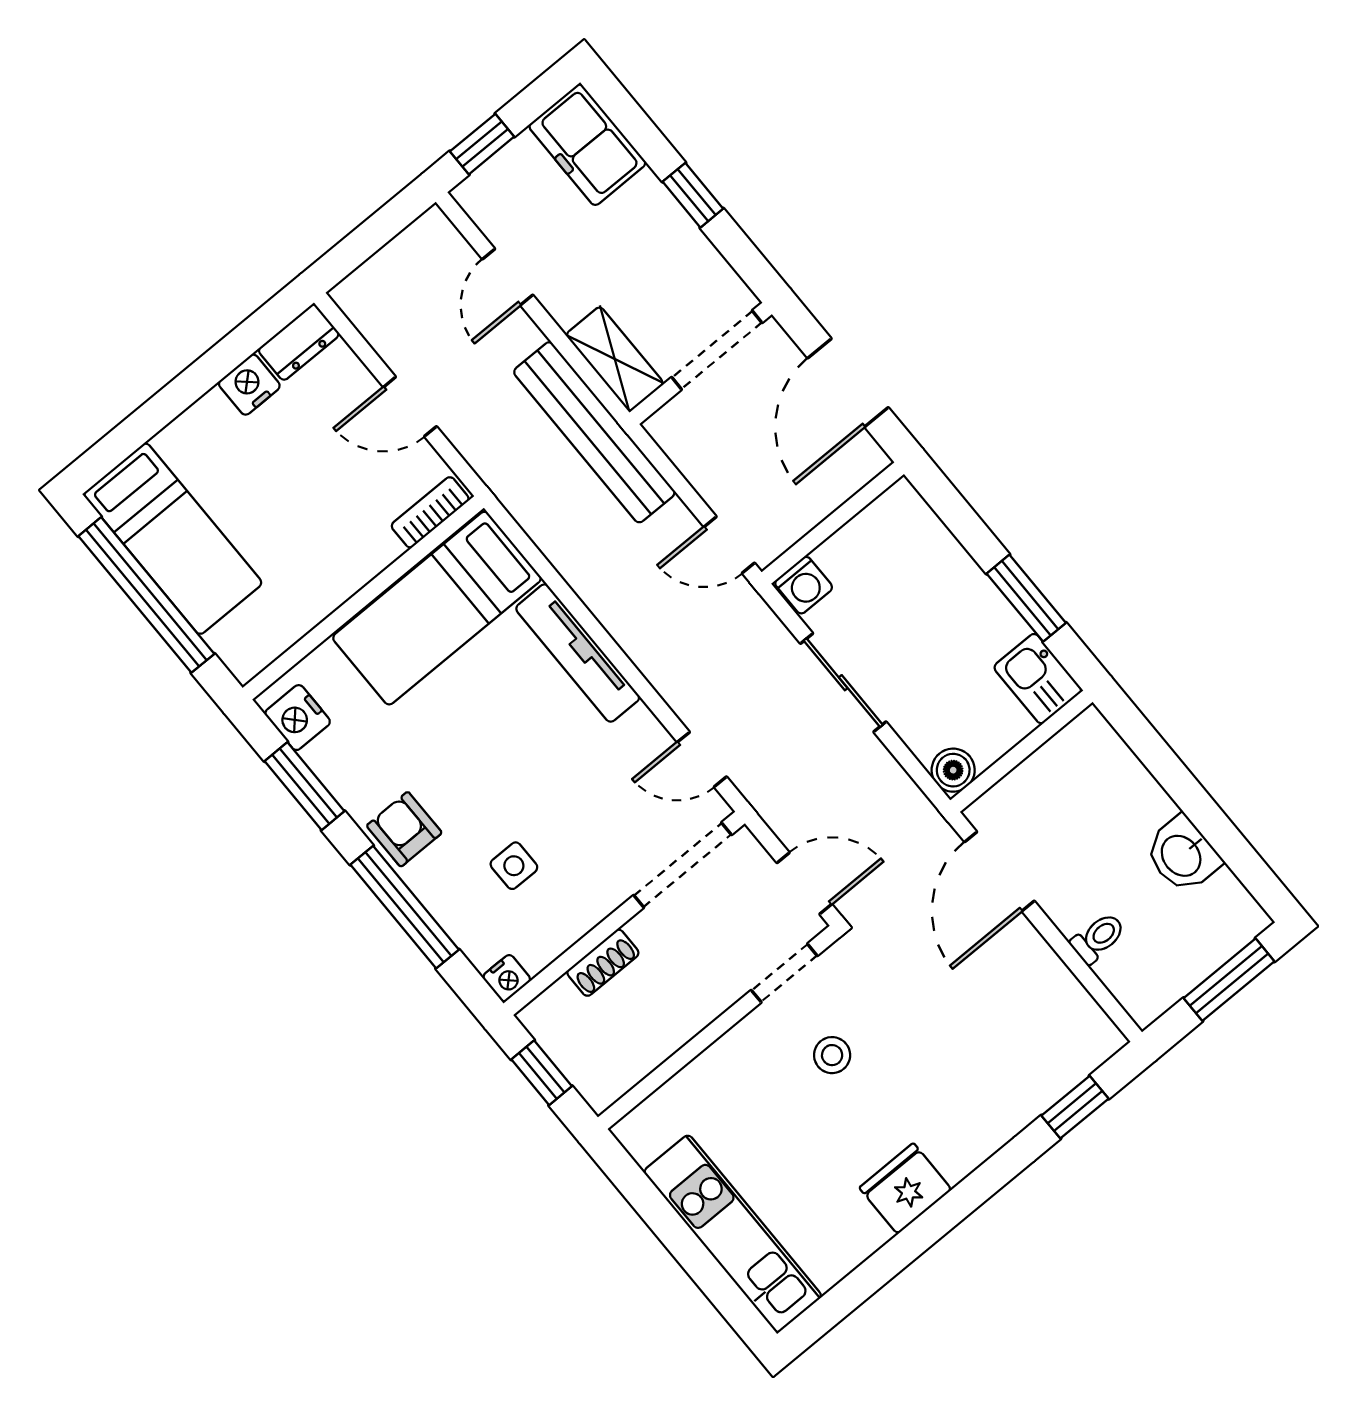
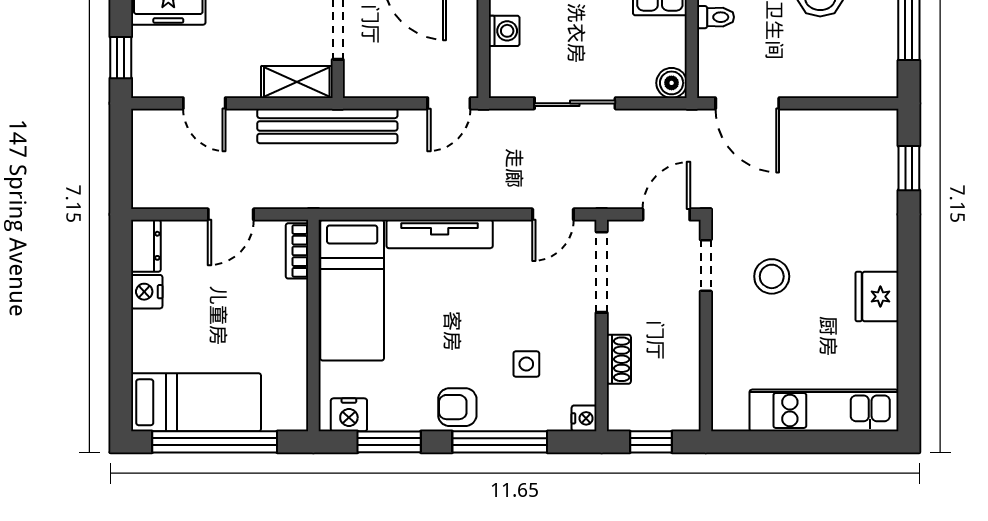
washing machine: (804, 585) -> (504, 31), moved
toilet: (1098, 938) -> (716, 17), moved, turned 90
stool: (832, 1055) -> (772, 276), width x1.37, depth x1.37

